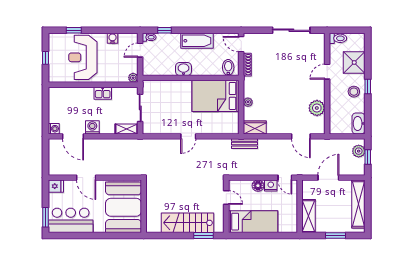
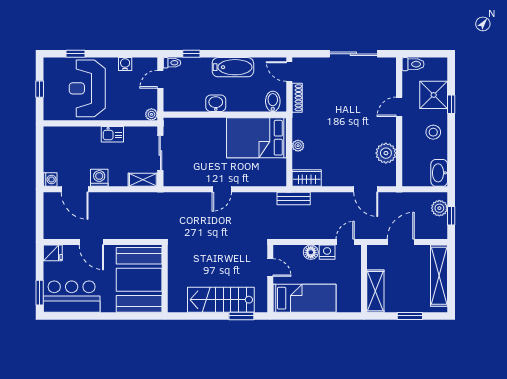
window: (368, 86) -> (451, 104), moved
door: (285, 178) -> (345, 242), swing flipped

